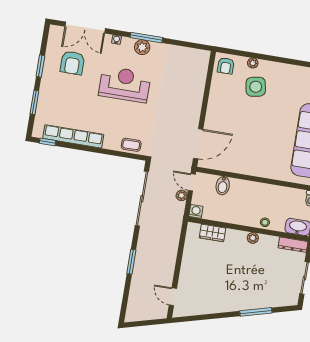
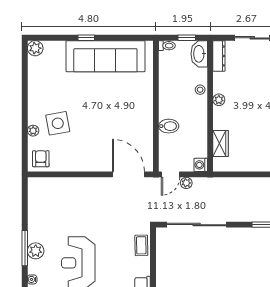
armchair: (226, 66) -> (41, 159), turned -90
bidet: (223, 186) -> (169, 126), moved

